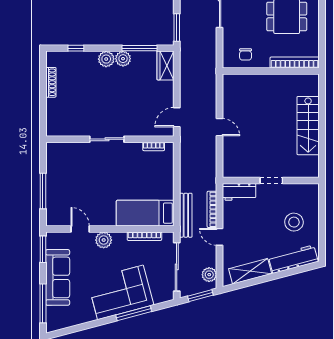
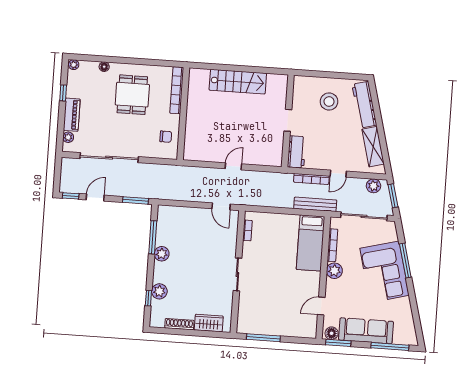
plant: (106, 59) -> (159, 291), moved
wardrobe: (165, 66) -> (209, 323), moved, turned 180
window: (43, 191) -> (263, 338), moved
plant: (104, 240) -> (334, 271), moved
floor lamp: (53, 242) -> (332, 333), added

